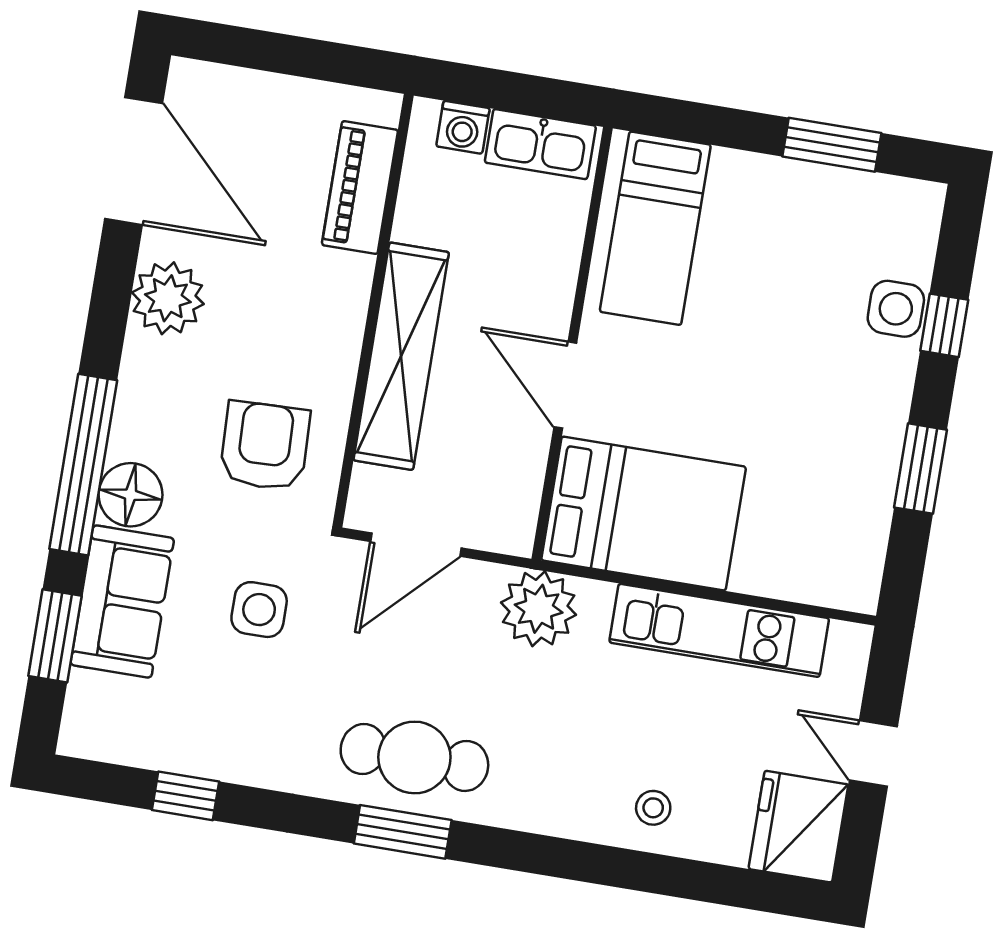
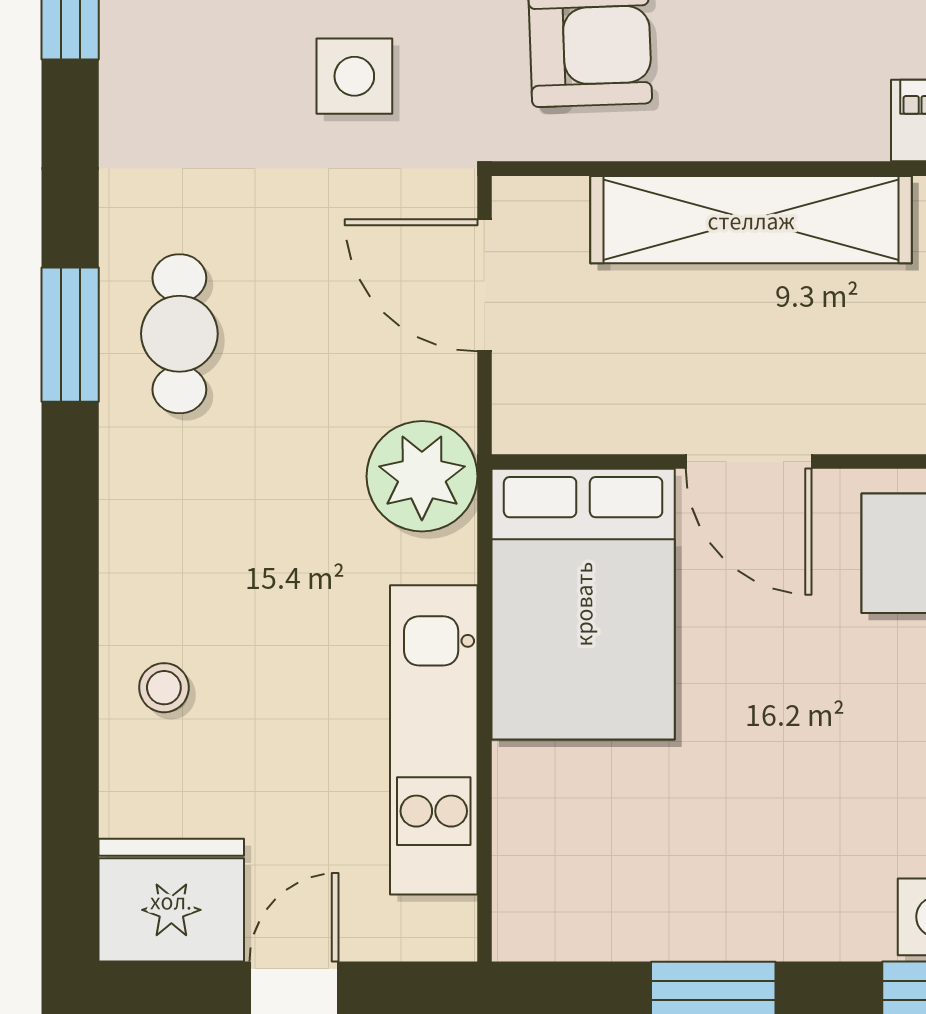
door: (565, 385) -> (749, 462), swing flipped
cafe table: (414, 757) -> (179, 334), width x0.73, depth x0.74

